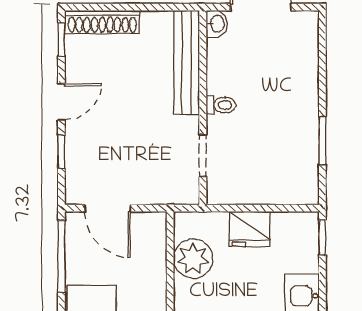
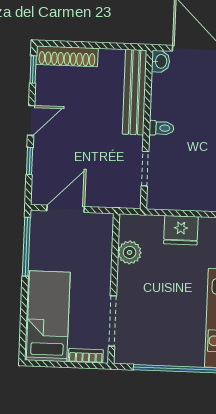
door: (108, 208) -> (66, 209), swing flipped
plant: (193, 258) -> (130, 252), width x0.73, depth x0.73

